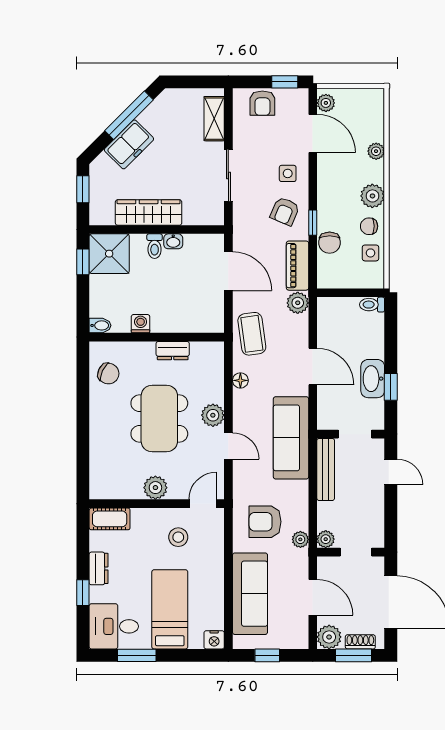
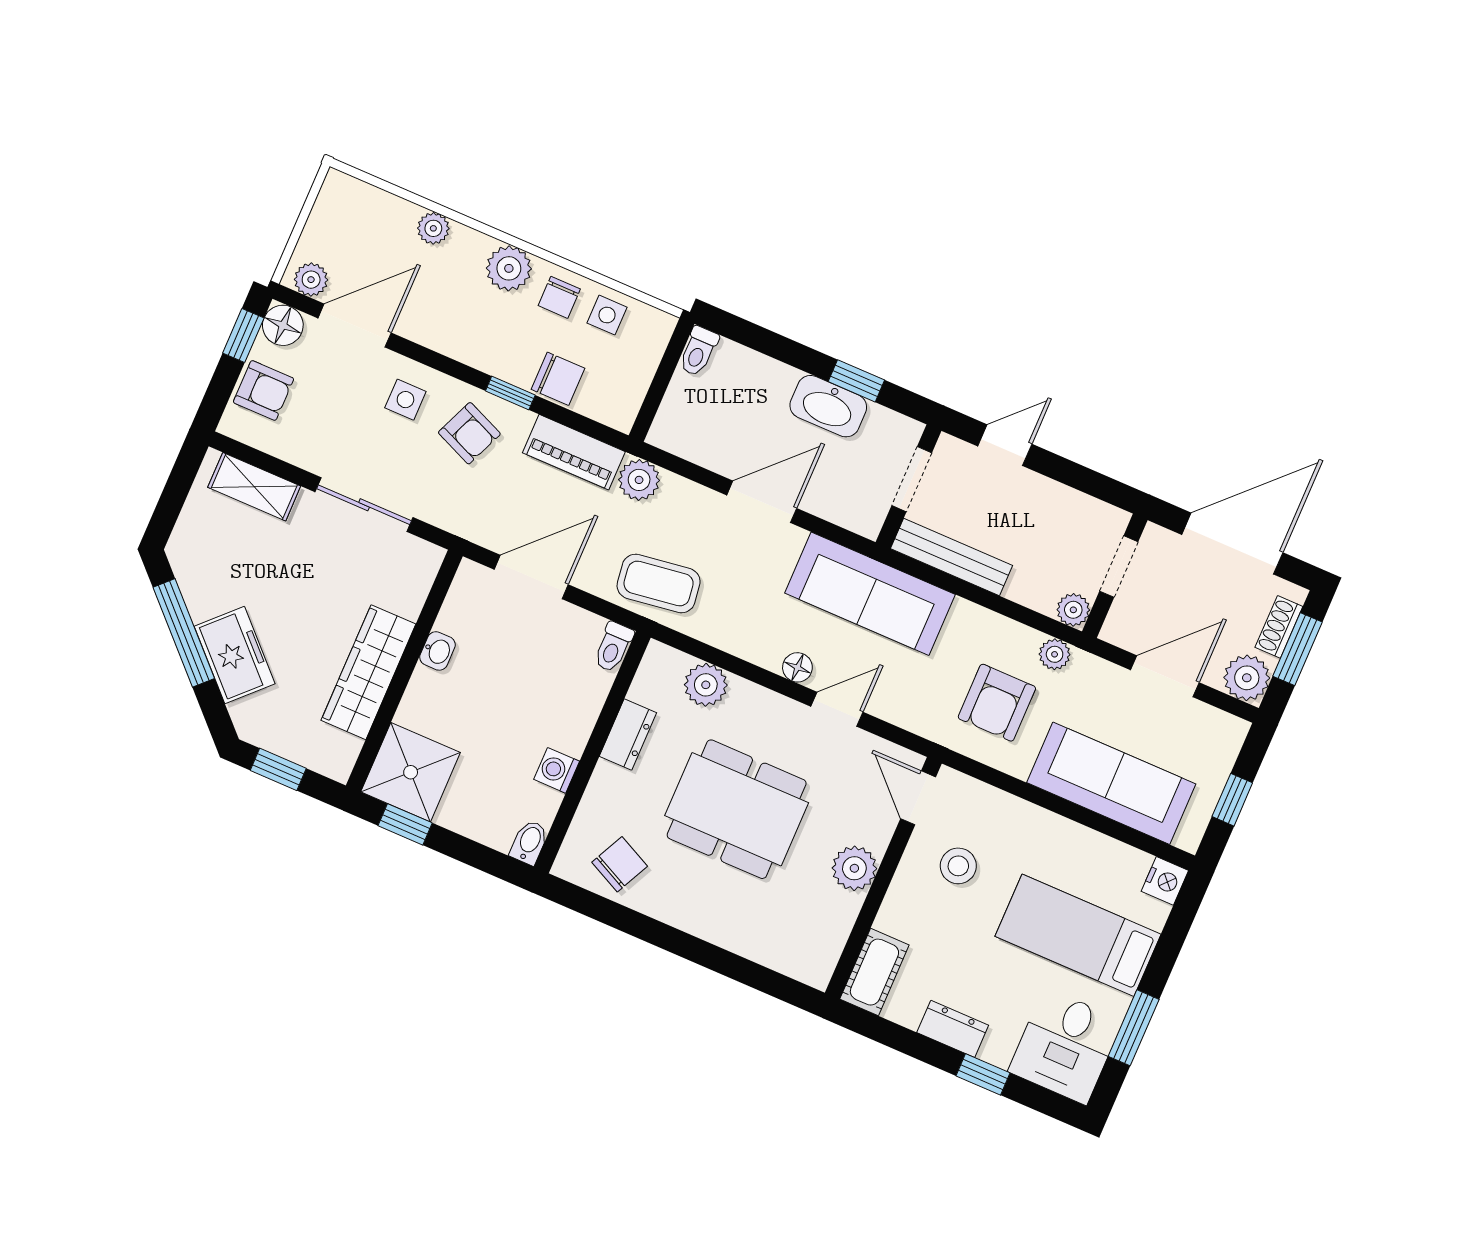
floor lamp: (298, 99) -> (283, 325), added
toilet: (155, 246) -> (613, 647), moved, turned 90
floor lamp: (240, 380) -> (797, 667), moved
plant: (213, 415) -> (706, 685), moved

